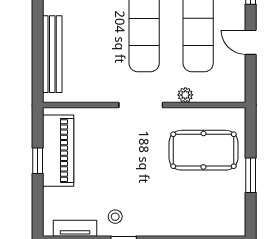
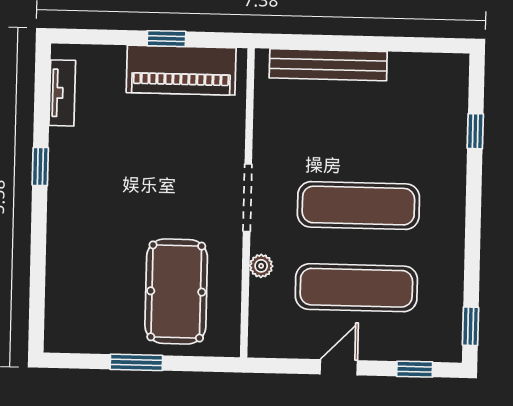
stool: (115, 217) -> (78, 155), removed

